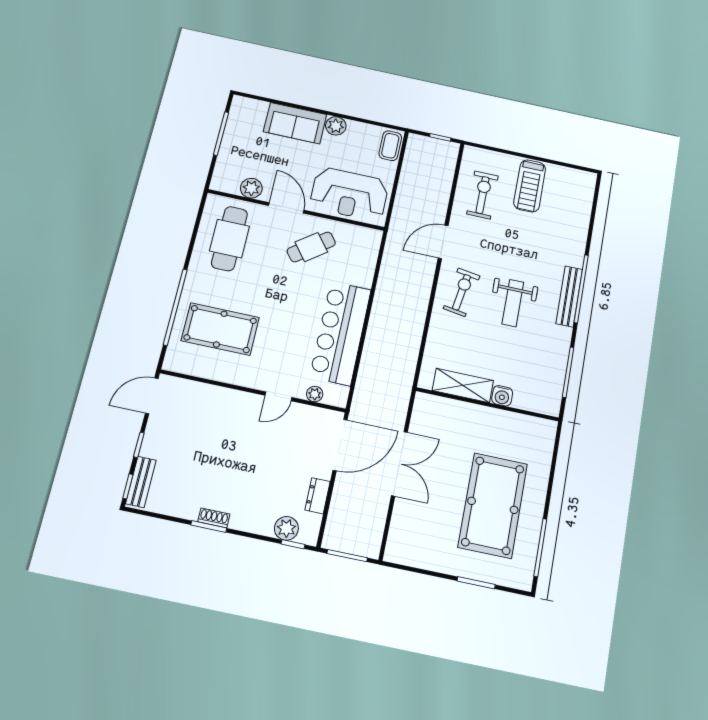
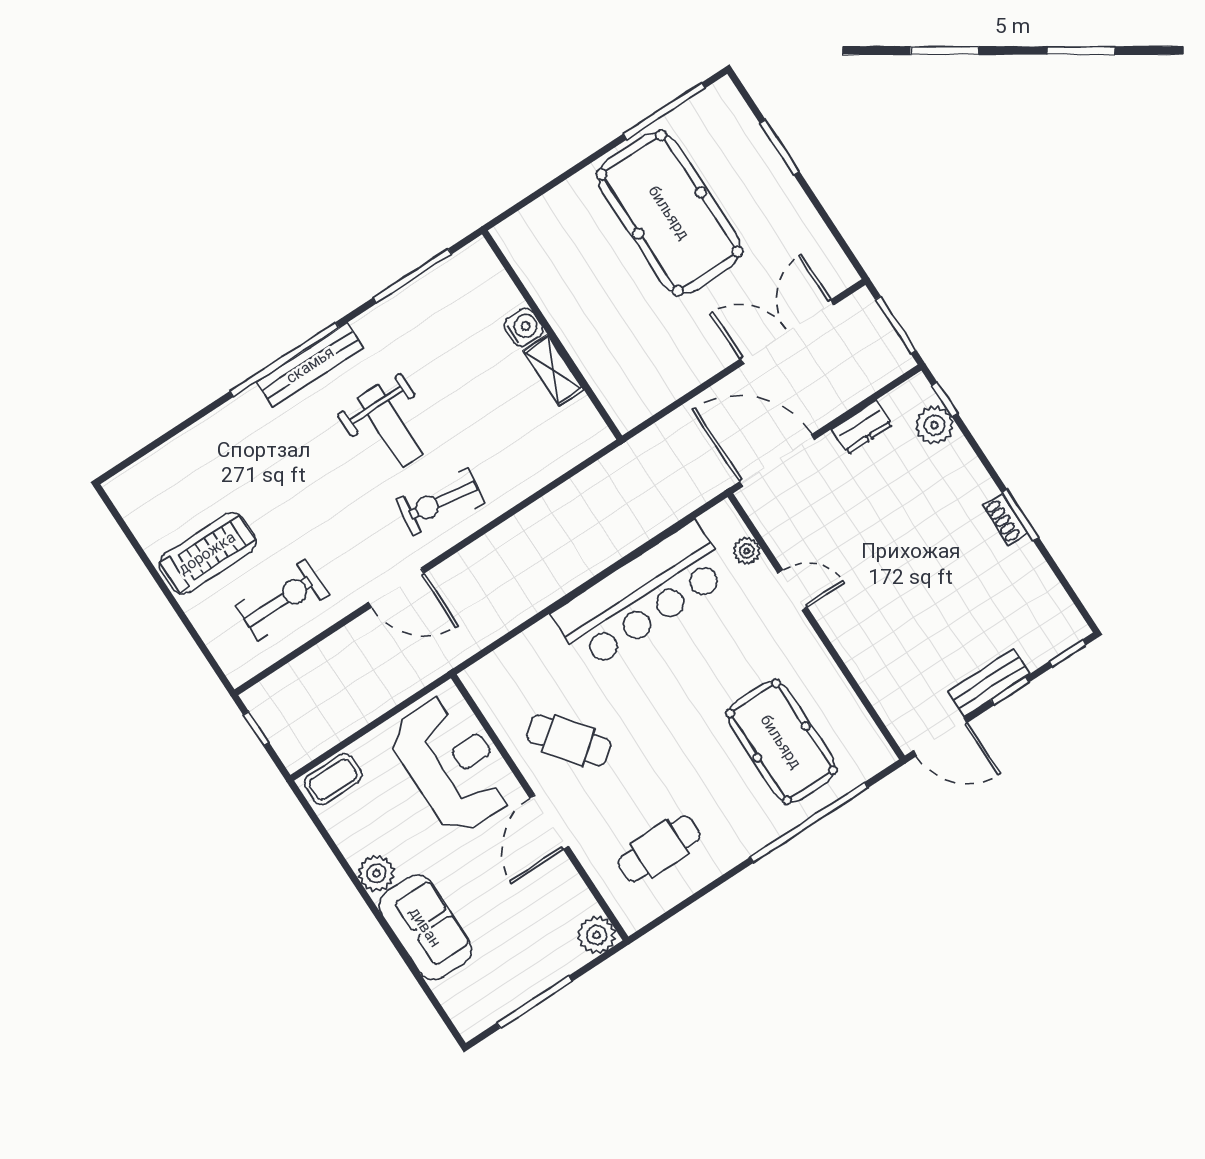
plant: (251, 188) -> (597, 935), moved
exercise bike: (482, 195) -> (282, 600), turned 180
cafe table: (229, 239) -> (659, 849), width x0.73, depth x0.74
weight bench: (513, 303) -> (390, 426), turned 90
shelving: (463, 385) -> (553, 370), width x0.67, depth x0.75
double door: (399, 464) -> (787, 332), moved
bench: (141, 482) -> (989, 683), moved
pool table: (493, 505) -> (669, 213), turned 90

